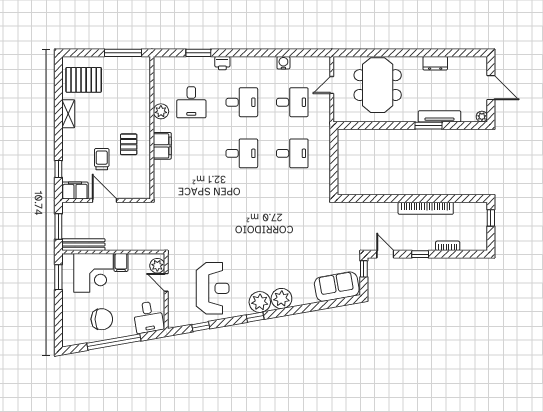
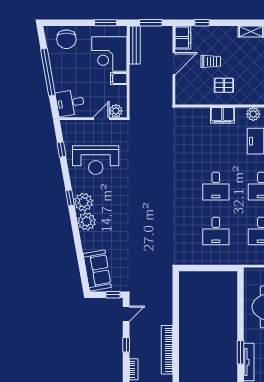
chair: (102, 319) -> (66, 39), moved

